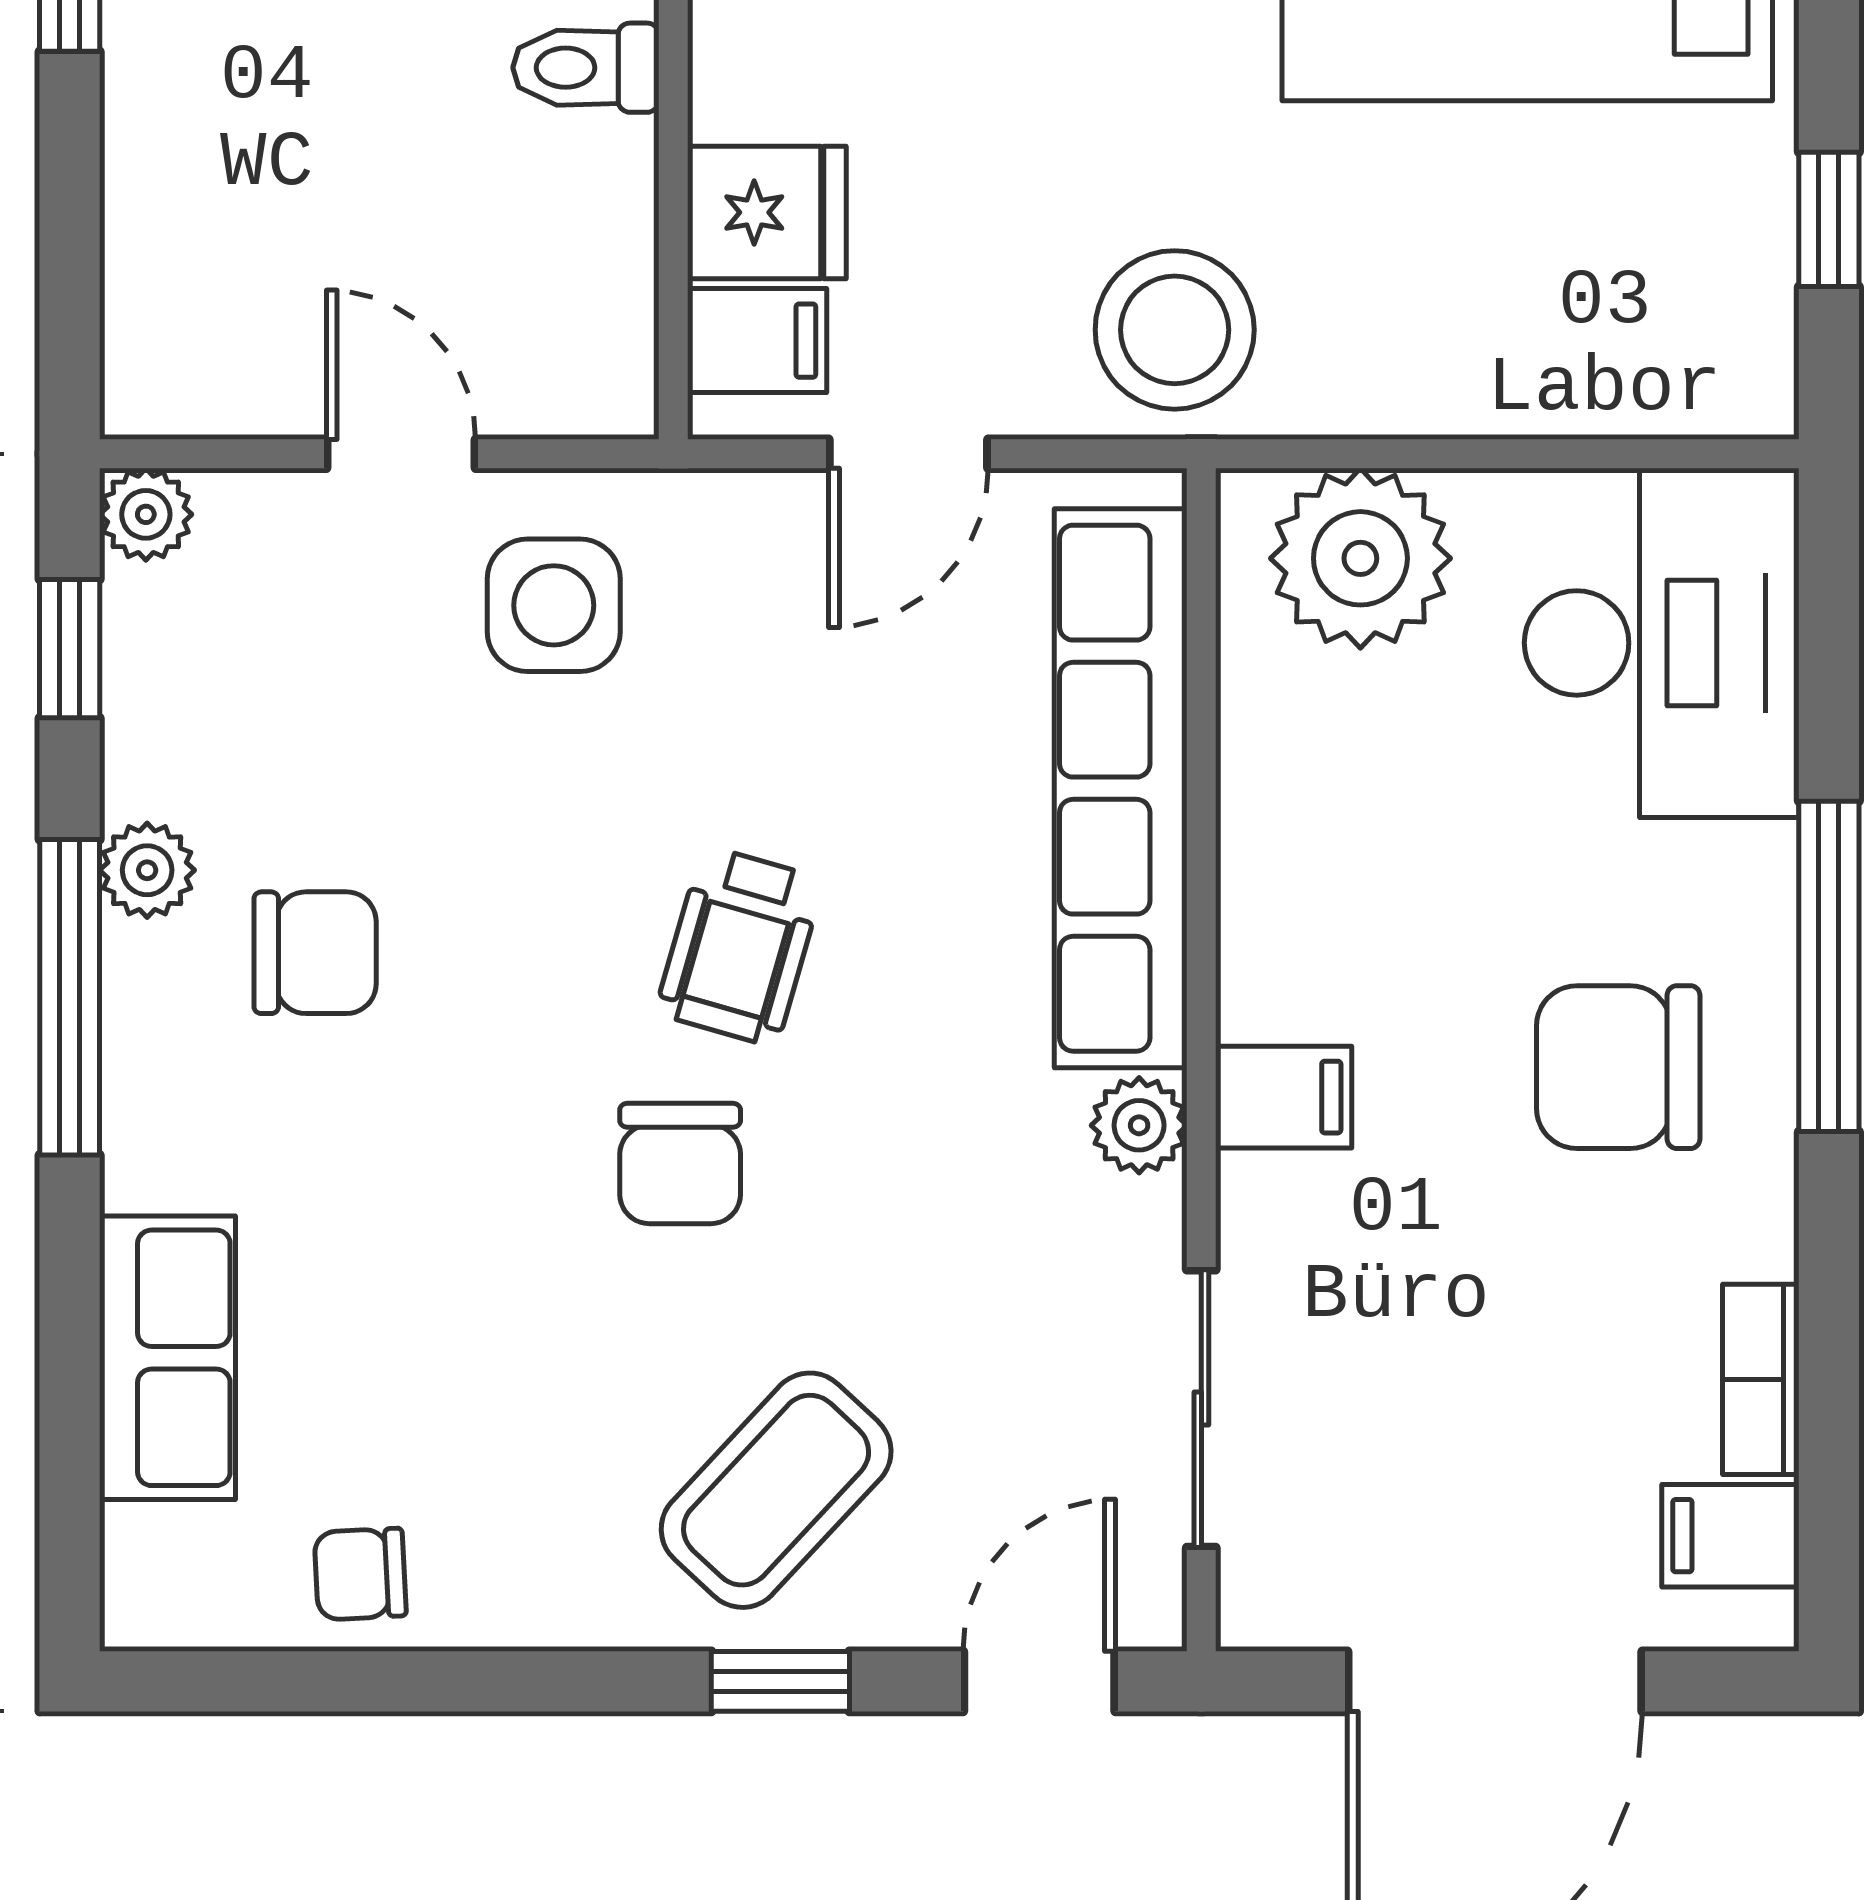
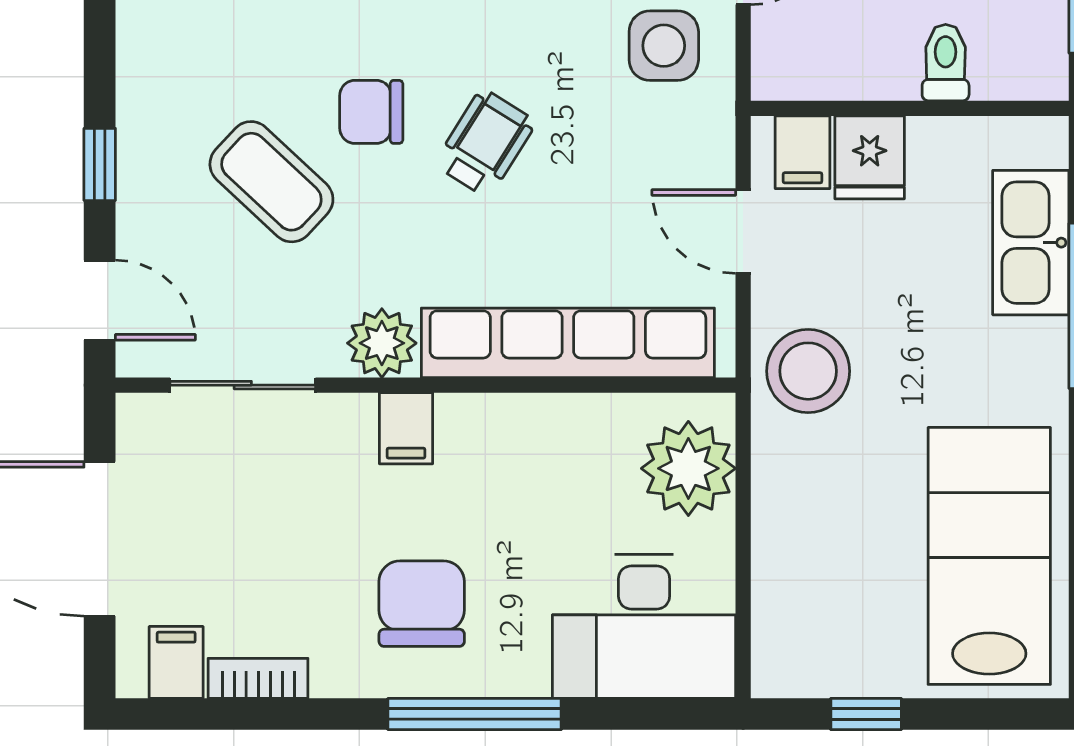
wheelchair: (740, 946) -> (485, 143), turned 106
plant: (1139, 1125) -> (382, 343), width x1.38, depth x1.38
coffee table: (776, 1490) -> (271, 182), moved

